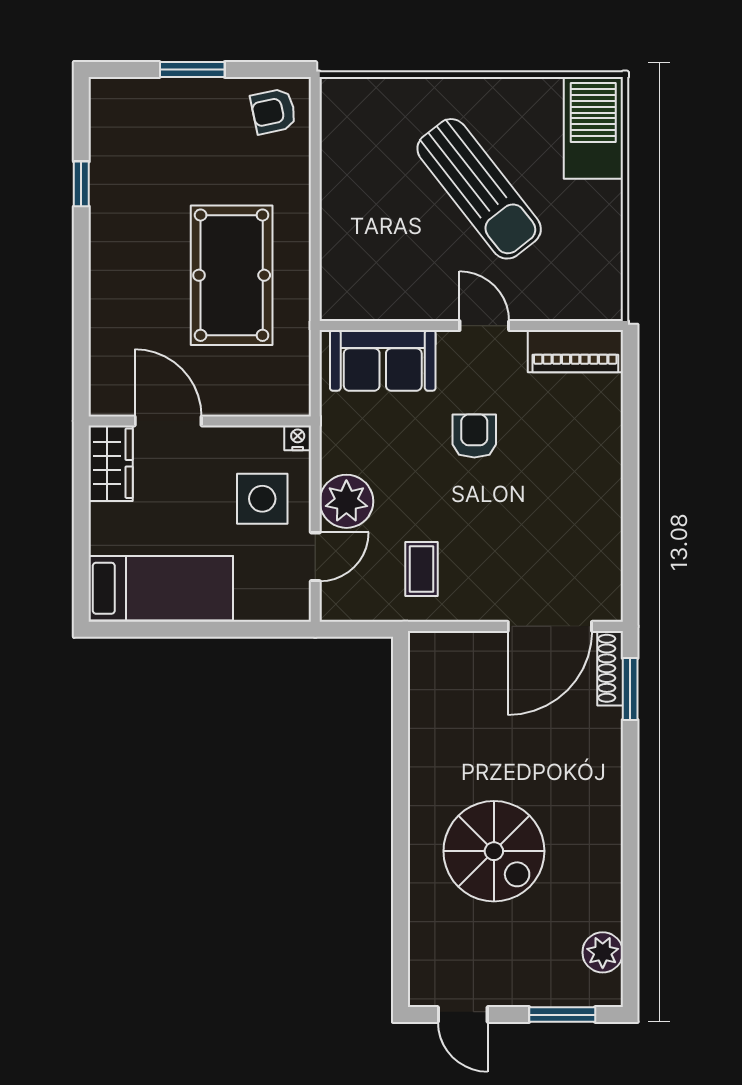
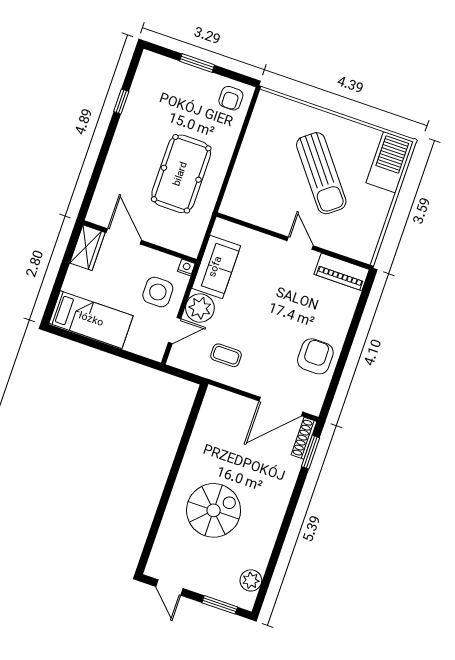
armchair: (273, 111) -> (231, 98), turned -78
sofa: (383, 360) -> (216, 267), moved, turned -90
armchair: (474, 436) -> (315, 356), moved, width x1.38, depth x1.38
coffee table: (422, 569) -> (226, 355), turned 90
spiral stairs: (494, 851) -> (214, 510), turned -90

